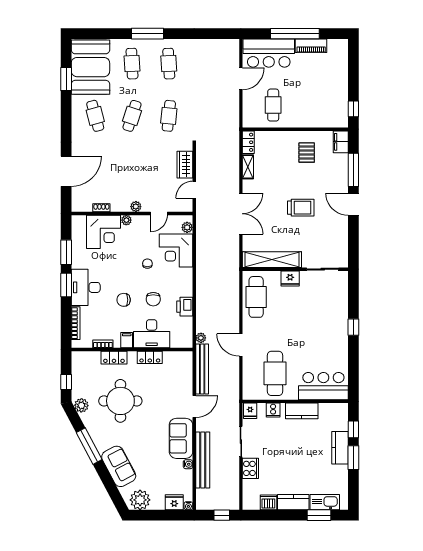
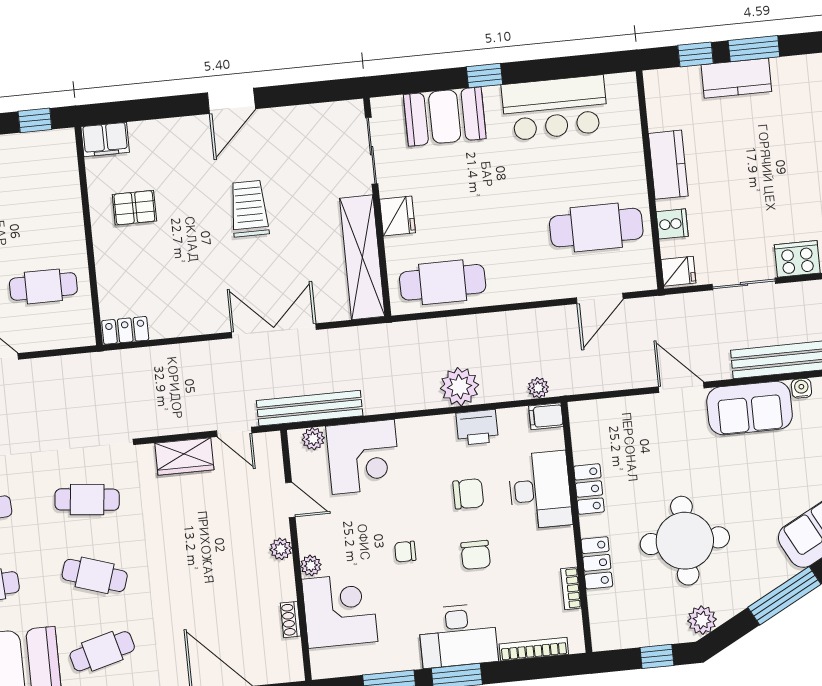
shelving: (248, 167) -> (176, 326), removed
window: (353, 170) -> (161, 108), removed
chair: (147, 264) -> (405, 552), moved
plant: (205, 300) -> (460, 387), added
booth: (336, 306) -> (445, 117), added
filing cabinet: (127, 340) -> (546, 416), moved
door: (241, 345) -> (600, 298), moved
bench: (202, 369) -> (310, 408), moved
bar counter: (323, 386) -> (555, 108), moved, turned -90

